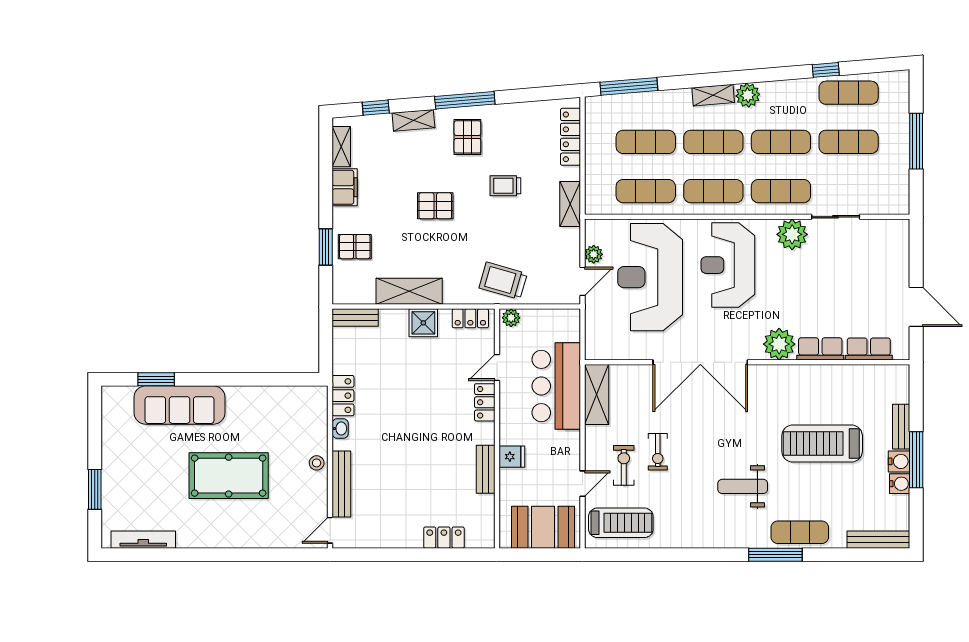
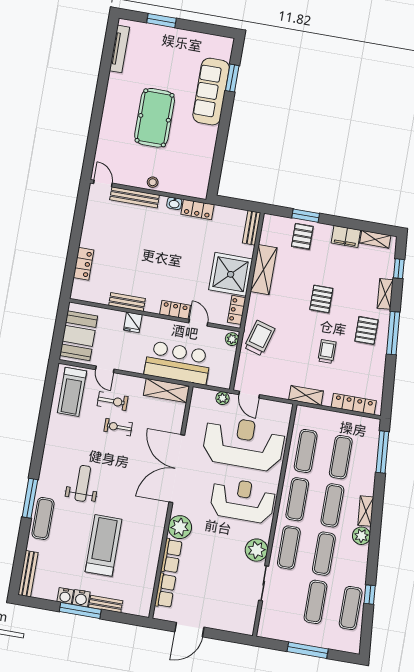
pallet: (467, 137) -> (366, 330), turned 90
plant: (594, 254) -> (223, 398), moved
shower: (423, 323) -> (231, 274), width x1.86, depth x1.86

